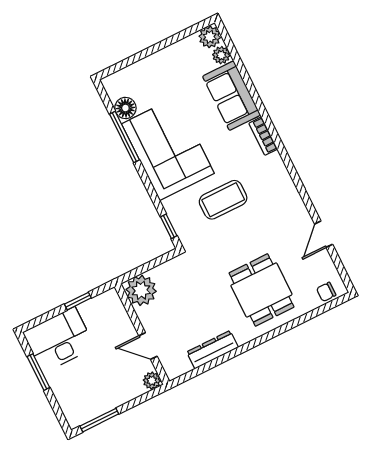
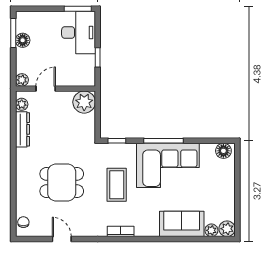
floor lamp: (125, 108) -> (223, 151), moved
bookcase: (263, 136) -> (121, 231), moved
window: (124, 137) -> (164, 141), moved
dining table: (261, 290) -> (62, 183), moved
plant: (182, 366) -> (22, 104), added
window: (38, 372) -> (78, 9), moved
floor lamp: (103, 404) -> (23, 40), added

